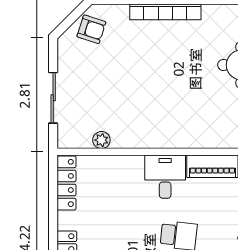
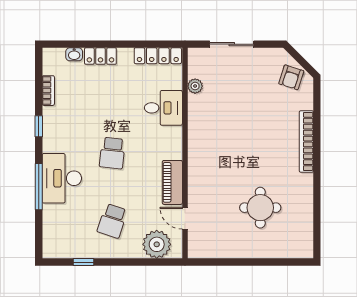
desk: (165, 177) -> (163, 108), moved

